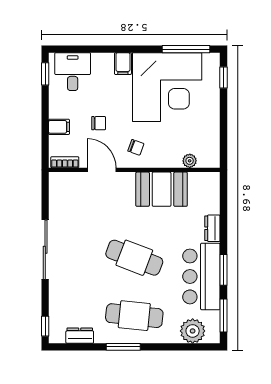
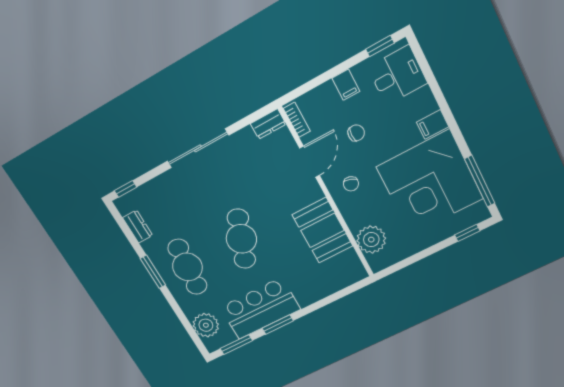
chair: (99, 123) -> (356, 133), turned -90
filing cabinet: (59, 127) -> (346, 85), moved
plant: (190, 161) -> (371, 240), width x1.88, depth x1.88
dresser: (212, 228) -> (268, 124), moved, turned 180

